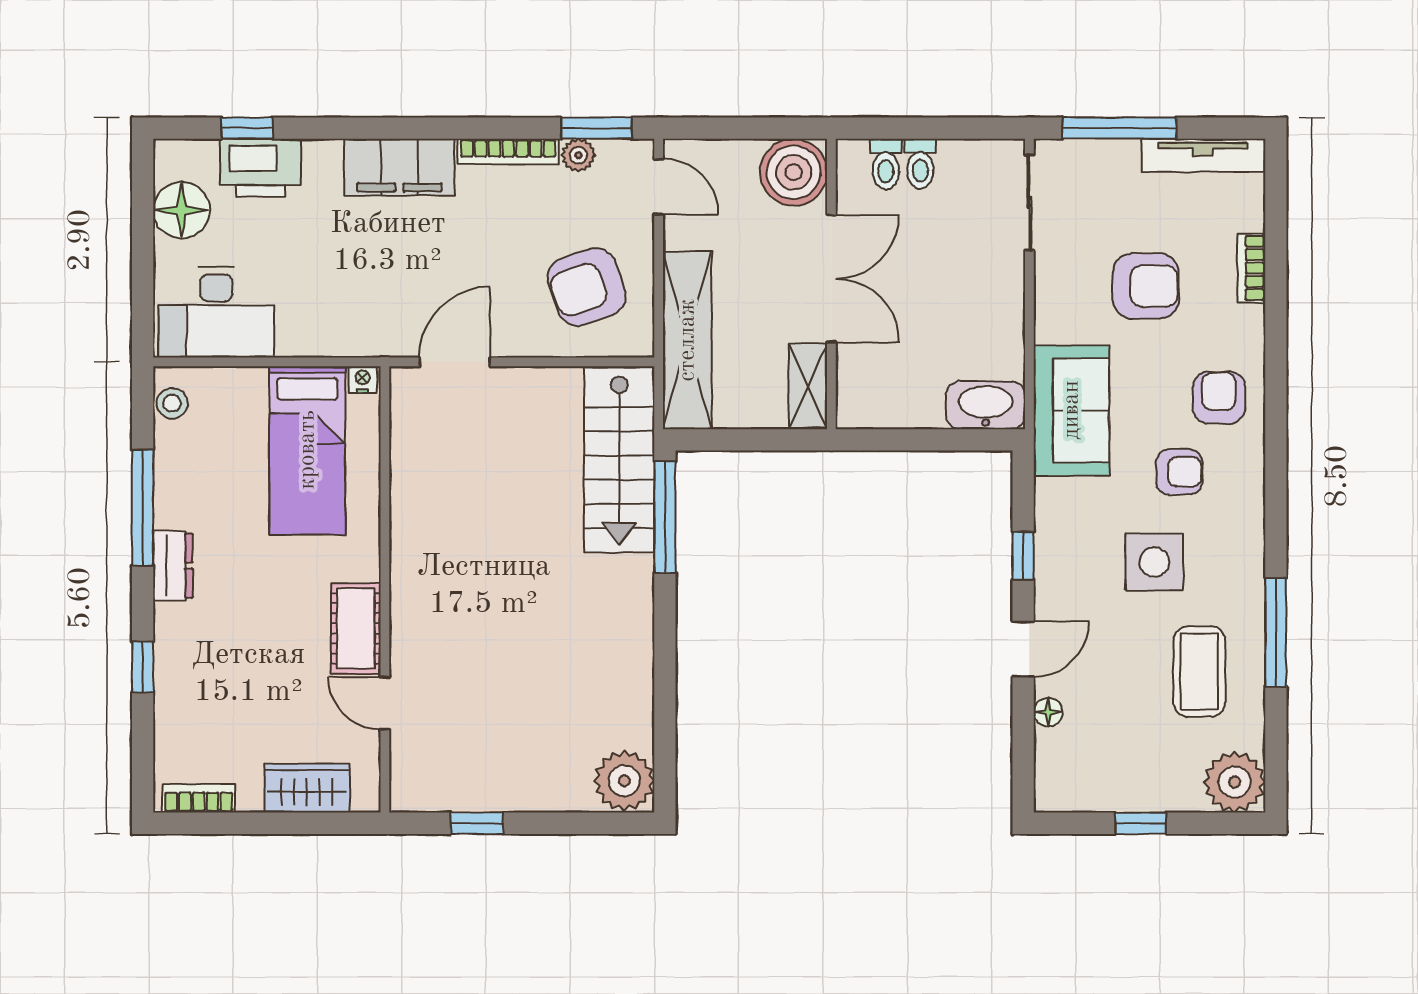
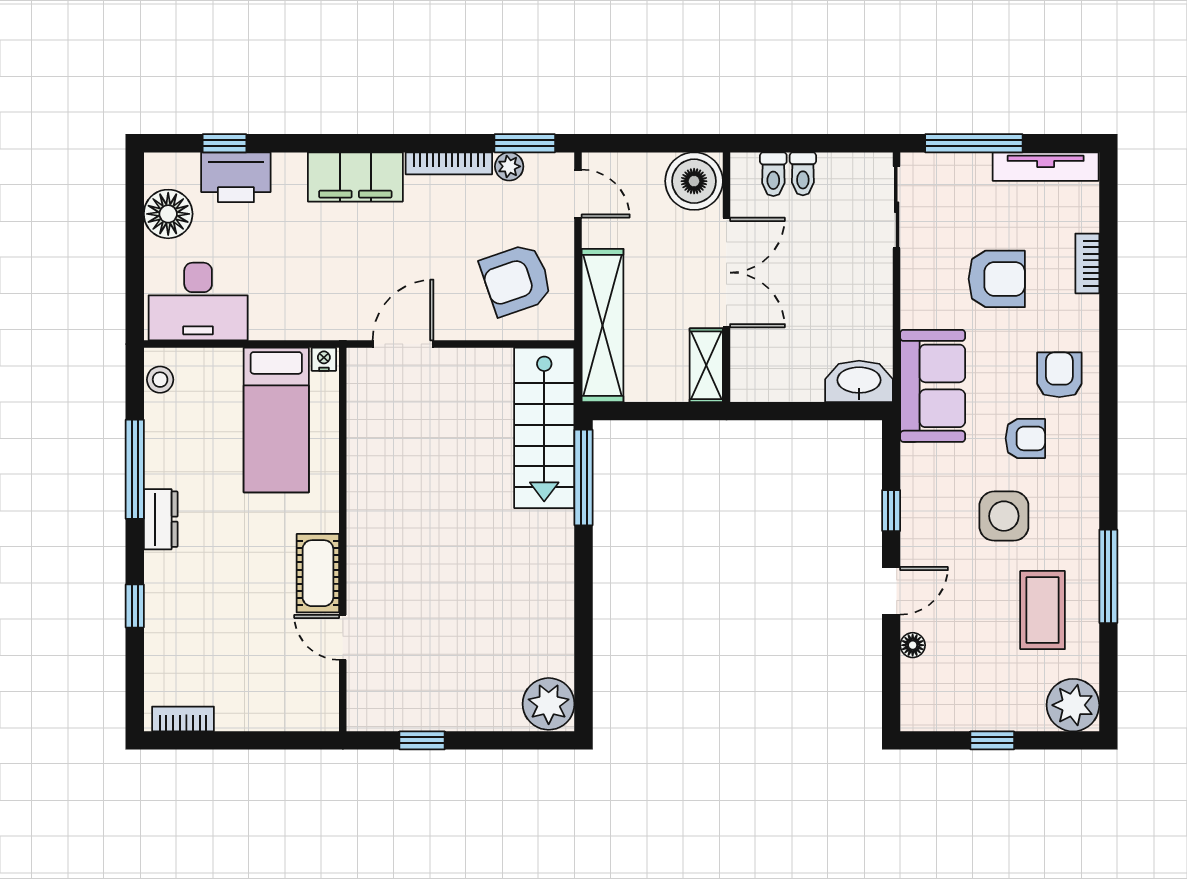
wardrobe: (307, 788) -> (276, 710), removed

